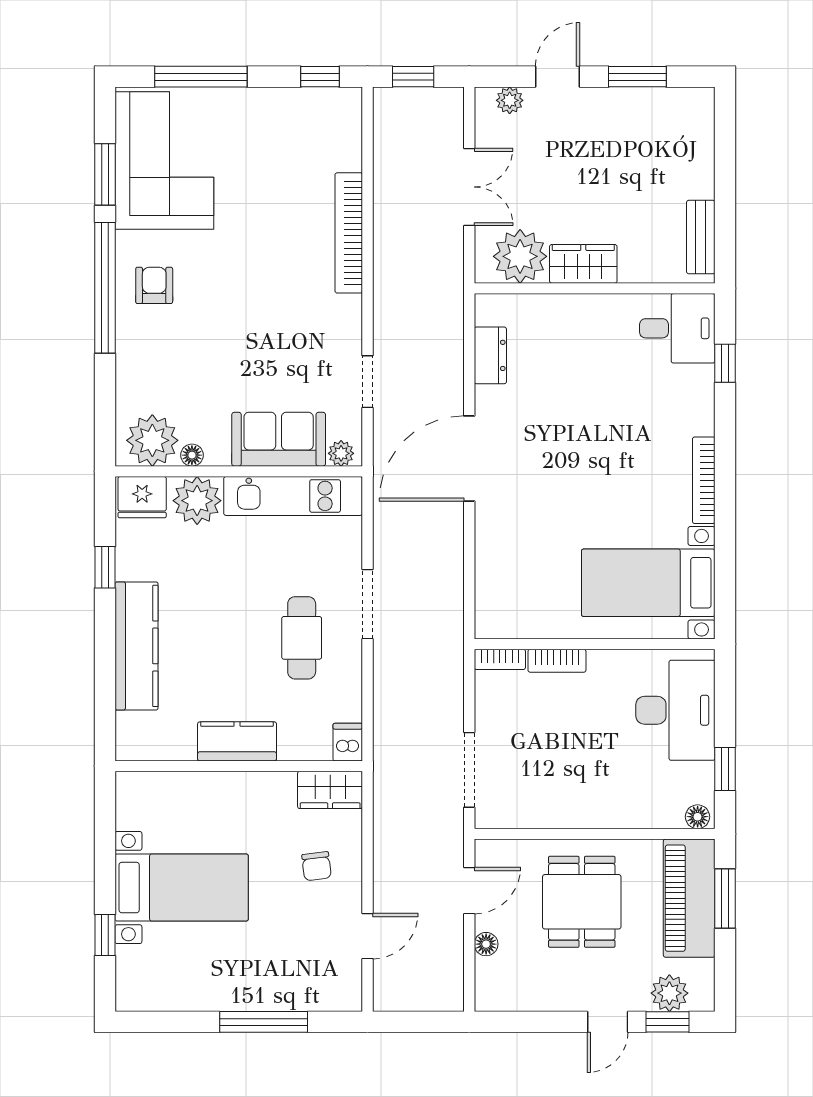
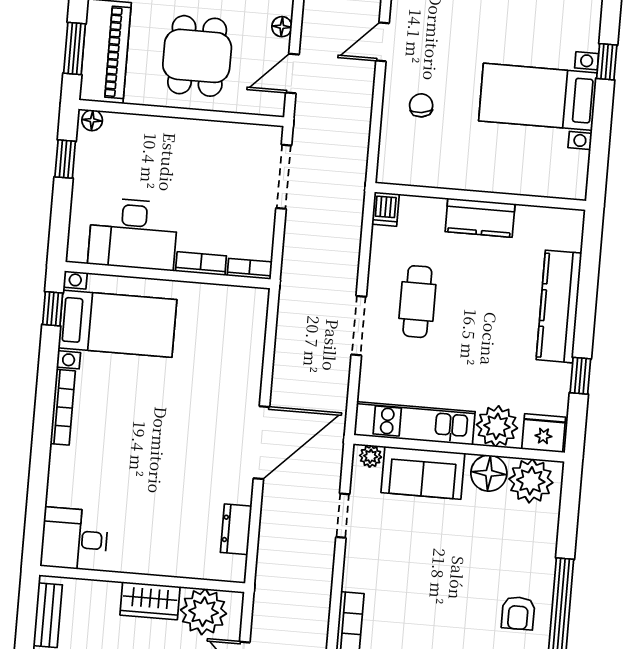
window: (725, 363) -> (53, 309), moved
floor lamp: (192, 455) -> (489, 473), width x1.89, depth x1.89
desk: (675, 710) -> (133, 234), moved, turned -90
wardrobe: (330, 790) -> (404, 169), removed

